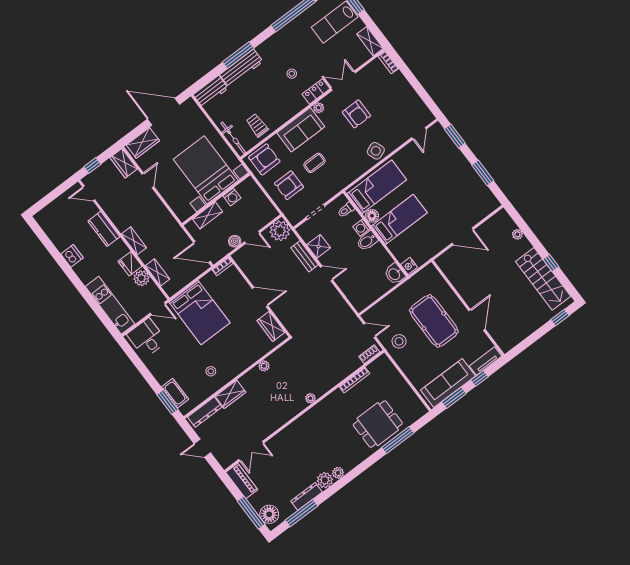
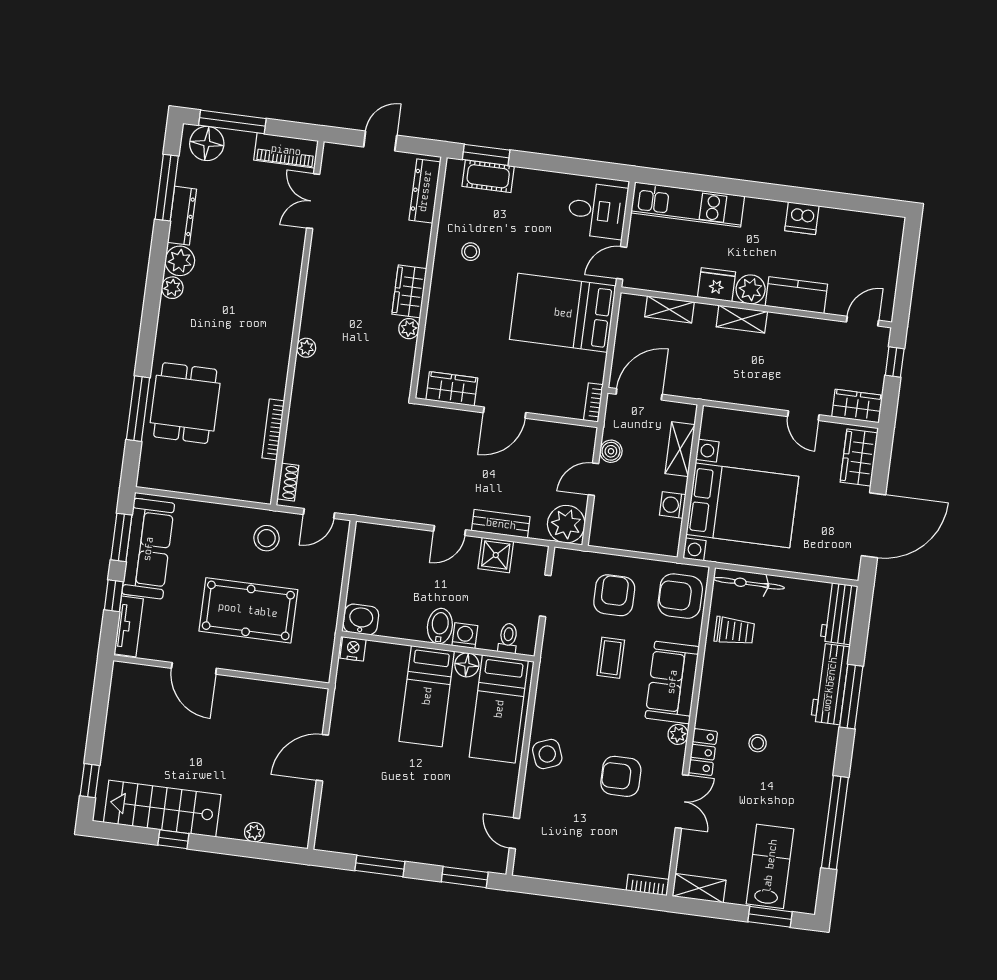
armchair: (264, 159) -> (680, 596), turned 90
plant: (141, 278) -> (751, 289), moved
wardrobe: (230, 394) -> (409, 291), moved

